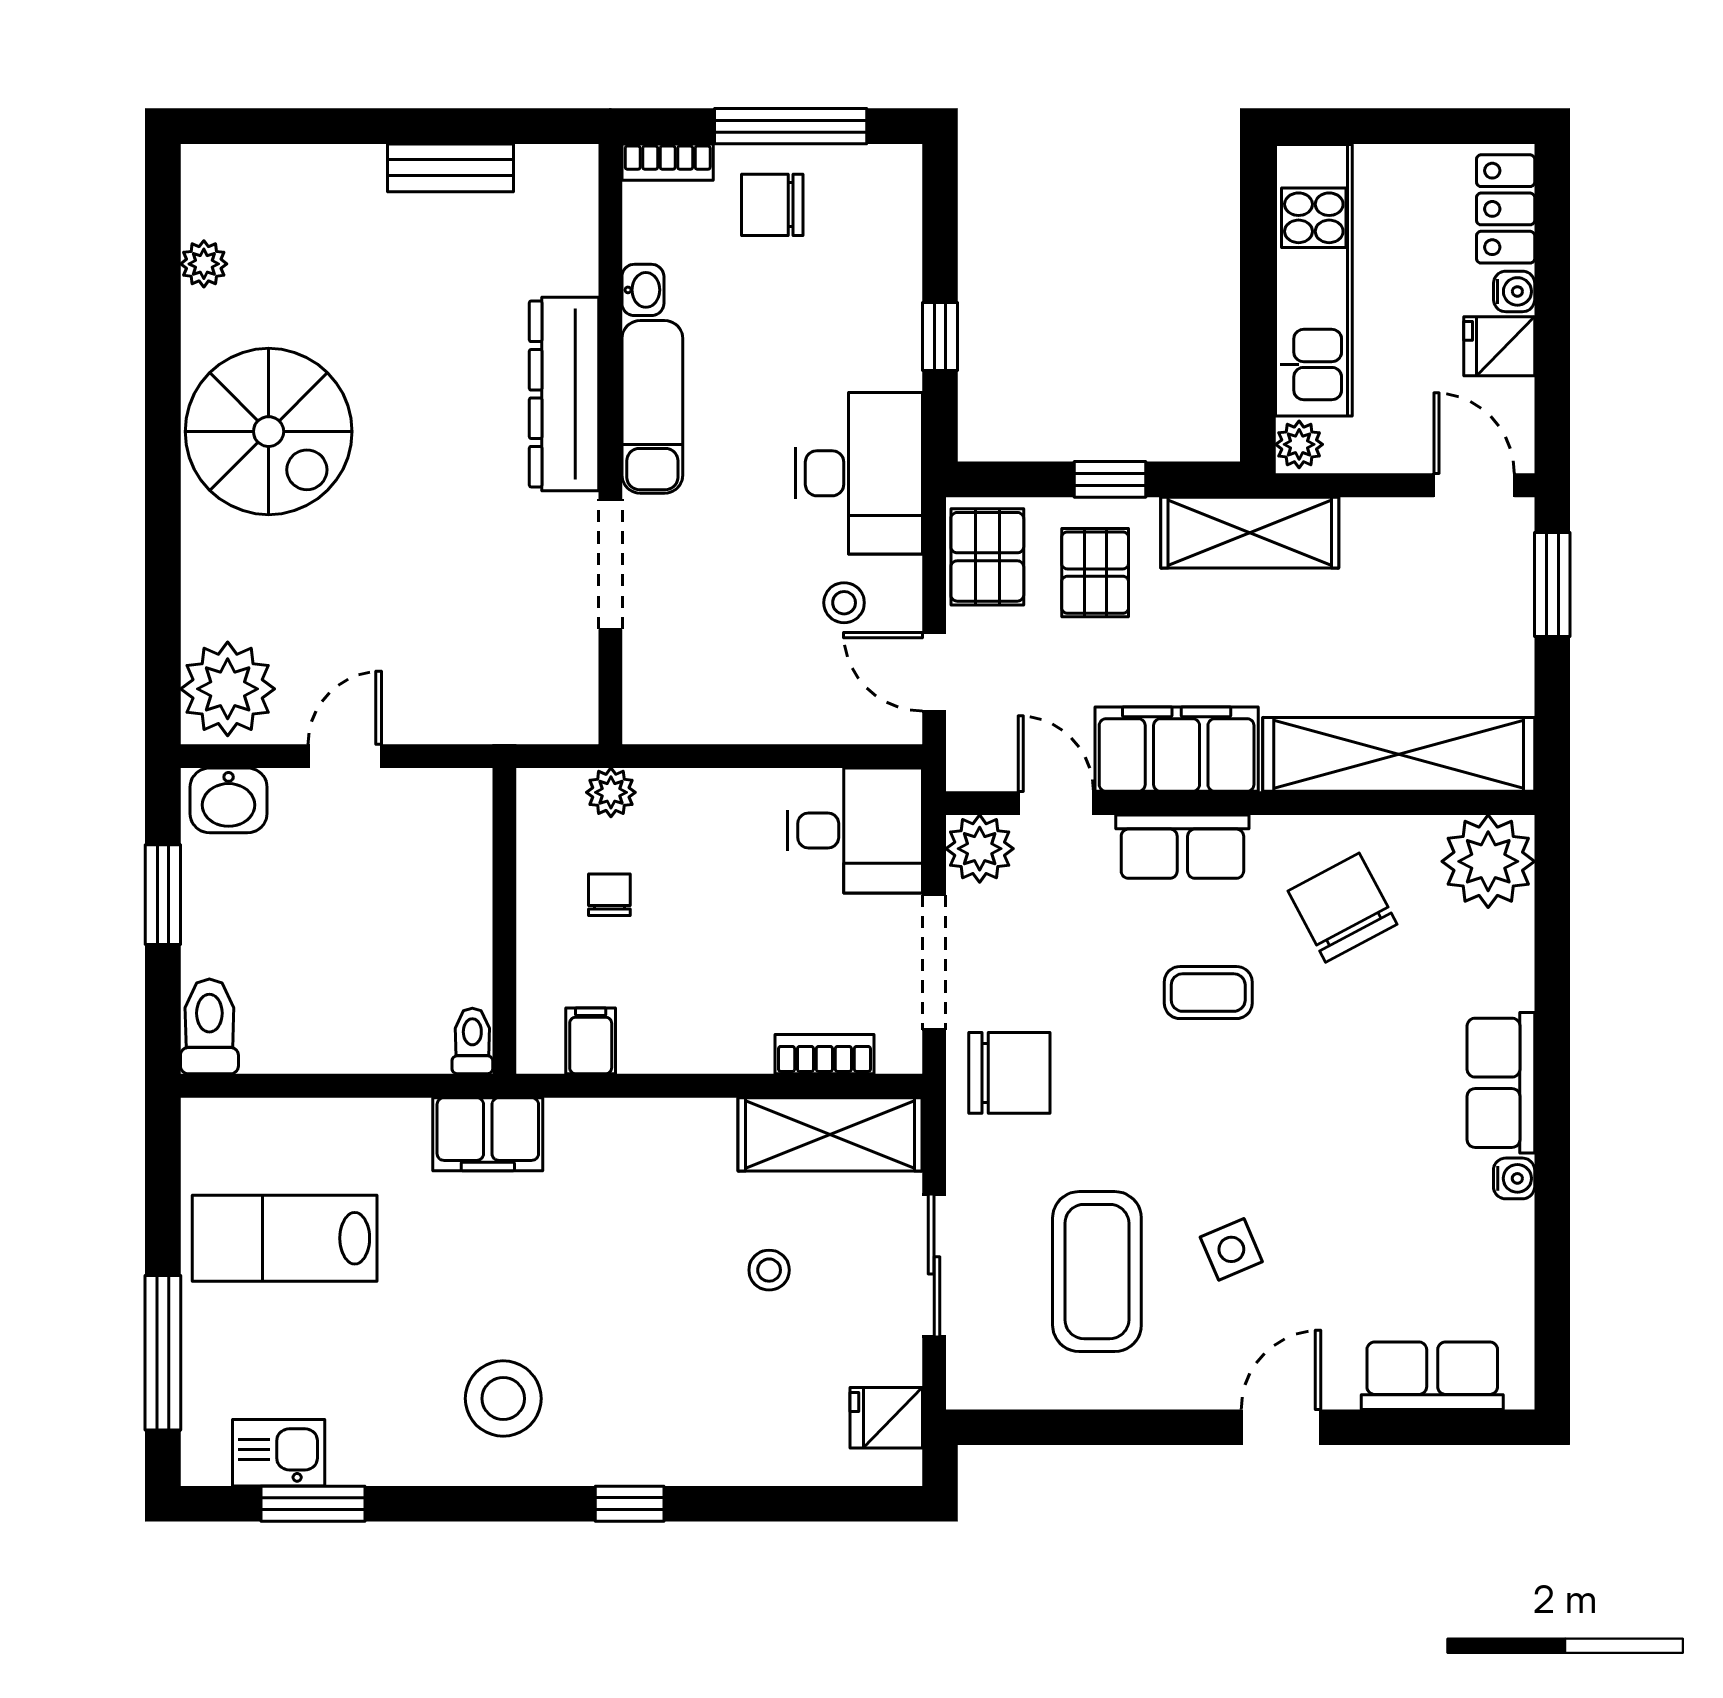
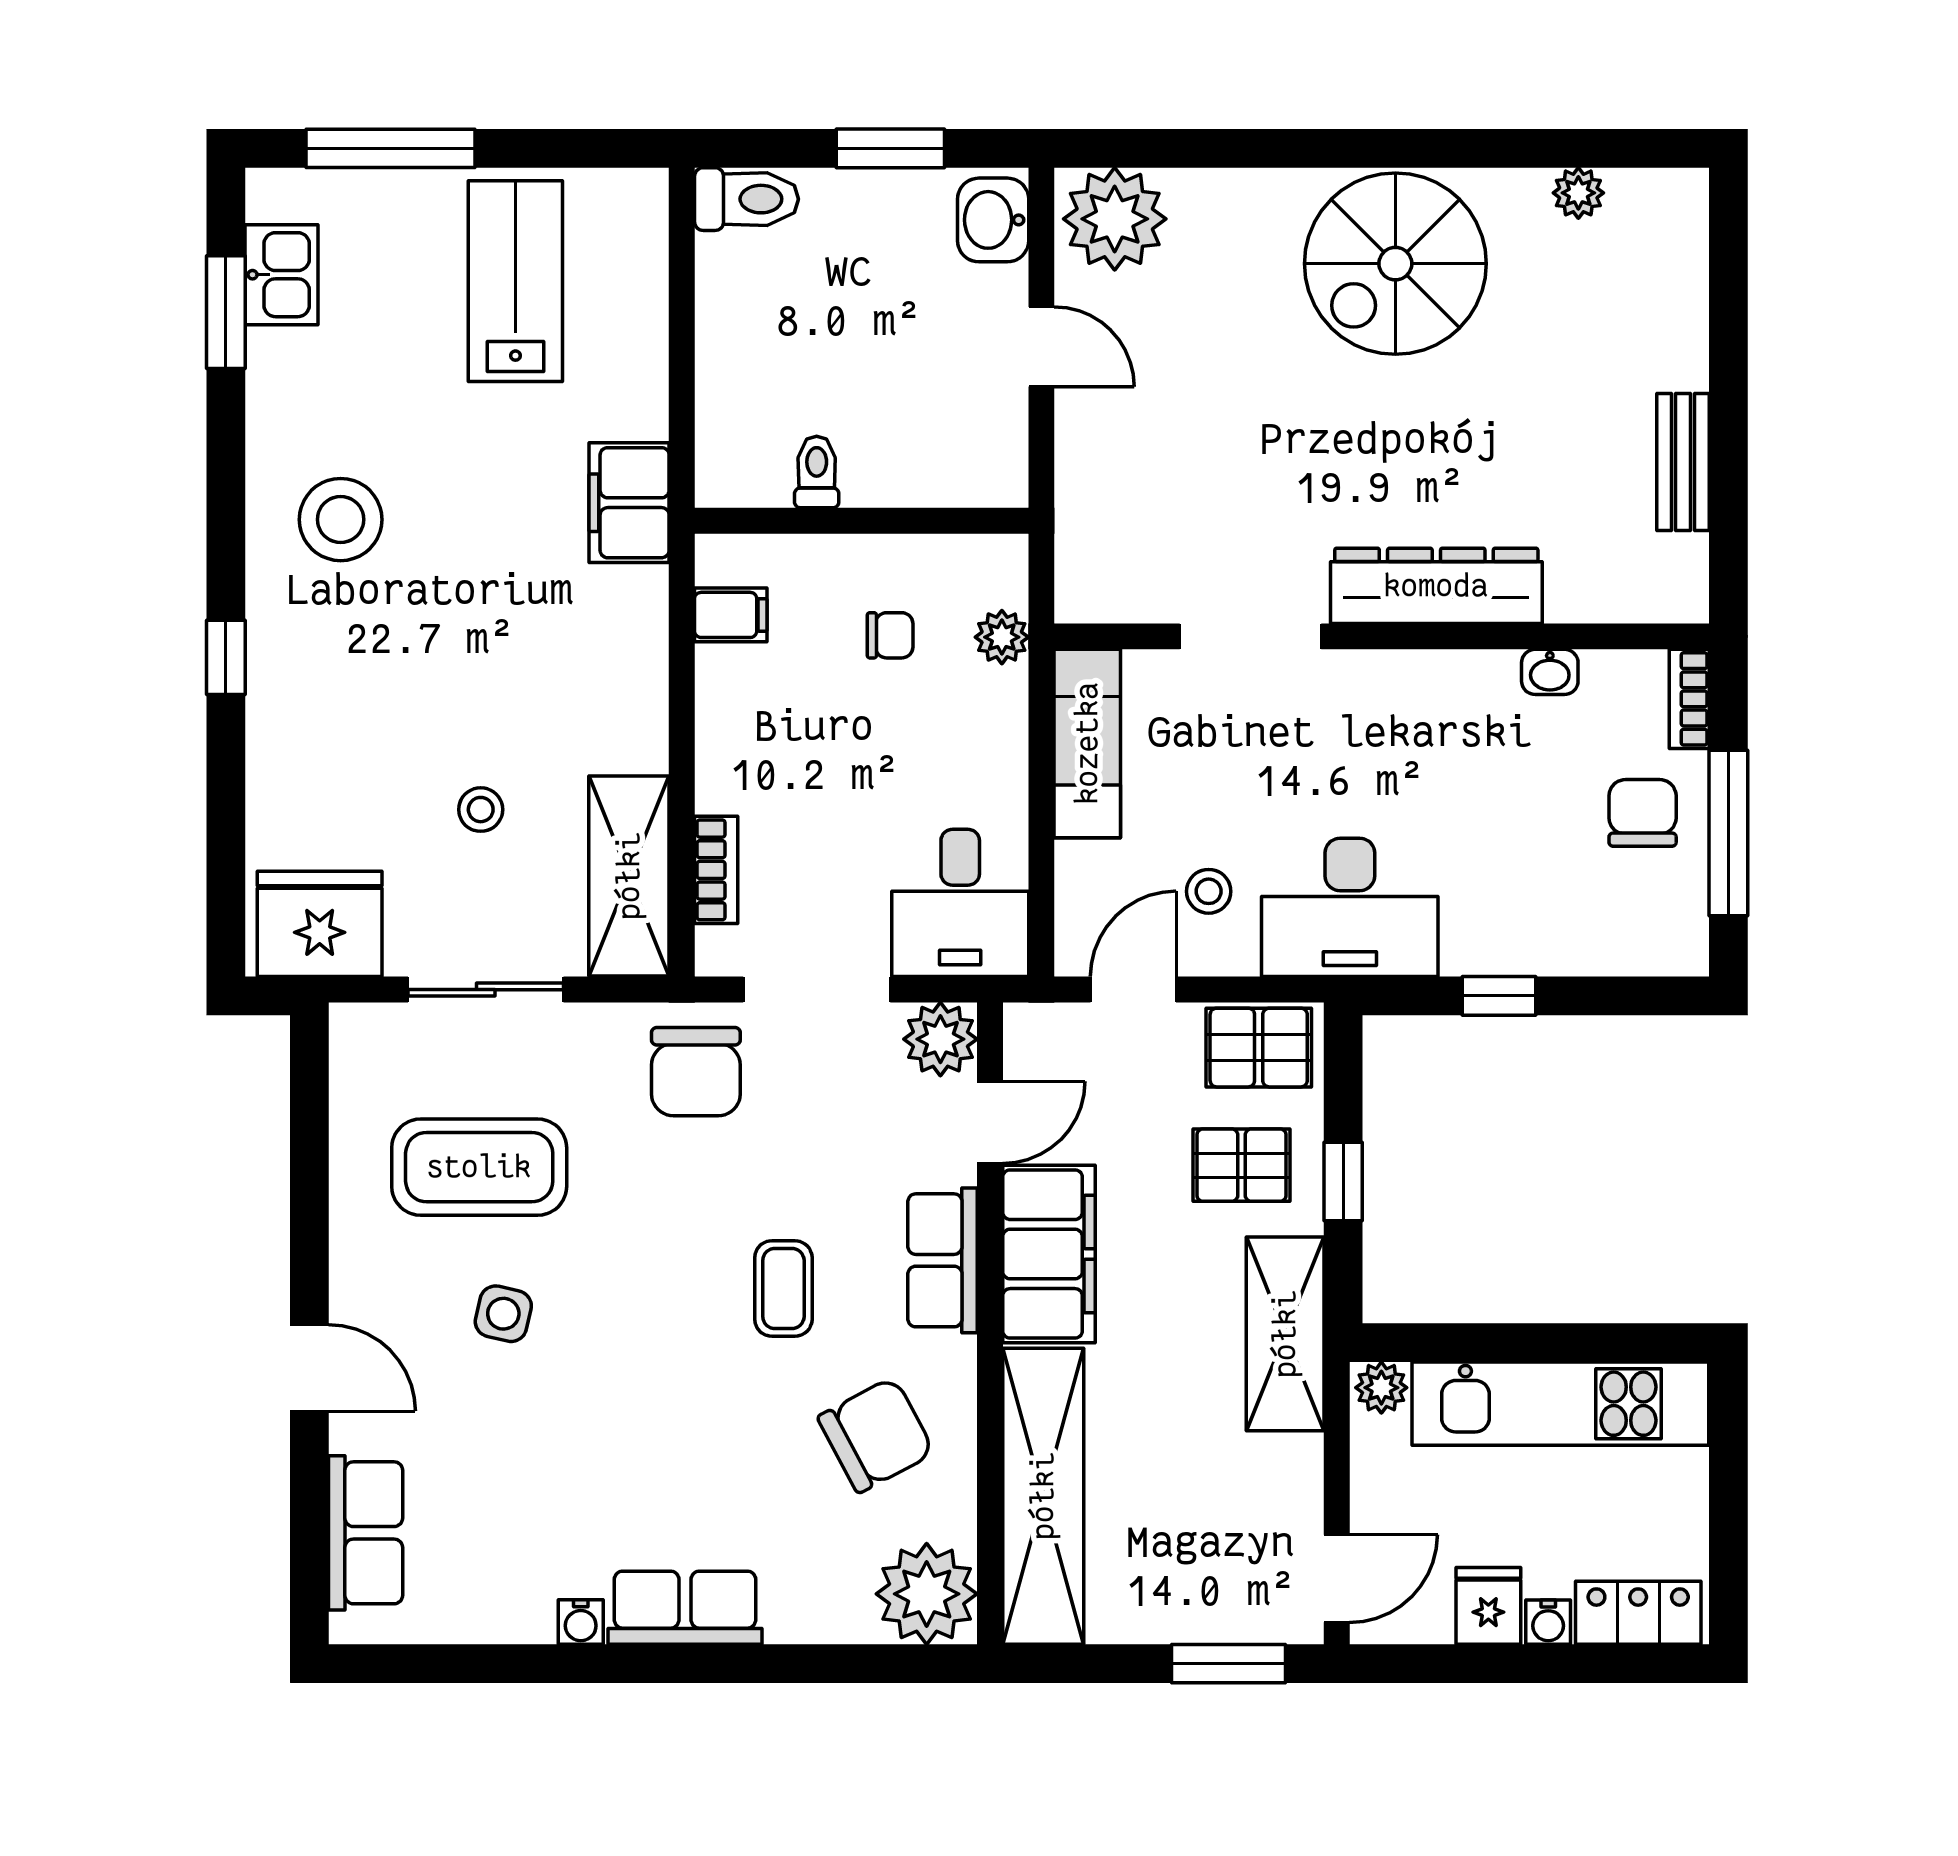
exam couch: (652, 407) -> (1087, 743), moved, turned -90
toilet: (472, 1041) -> (817, 472), moved, turned -90
side table: (1231, 1249) -> (503, 1314), turned 36
fridge: (886, 1418) -> (320, 924), width x1.88, depth x1.34

